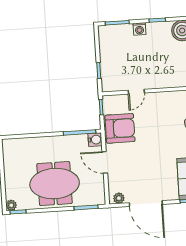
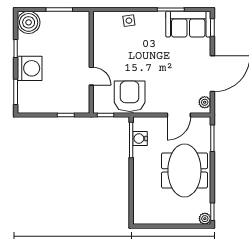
washing machine: (139, 29) -> (30, 68), width x1.89, depth x1.89
water cooler: (95, 140) -> (140, 139), moved, turned -90
door: (105, 162) -> (179, 115), moved

